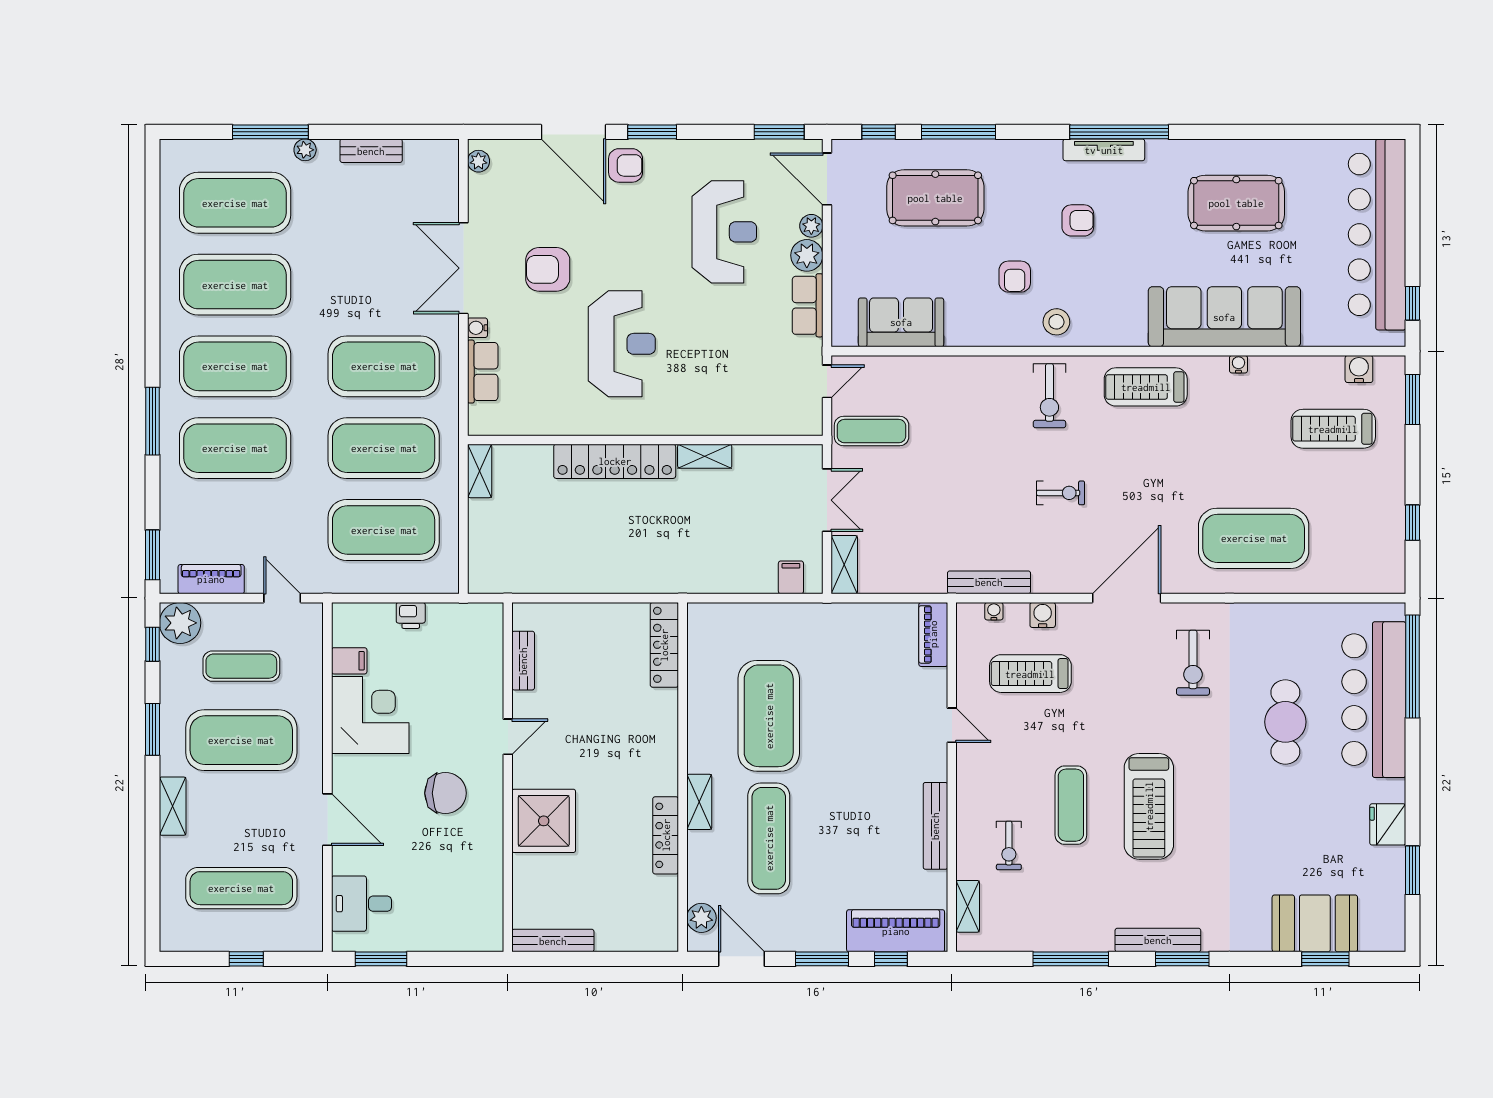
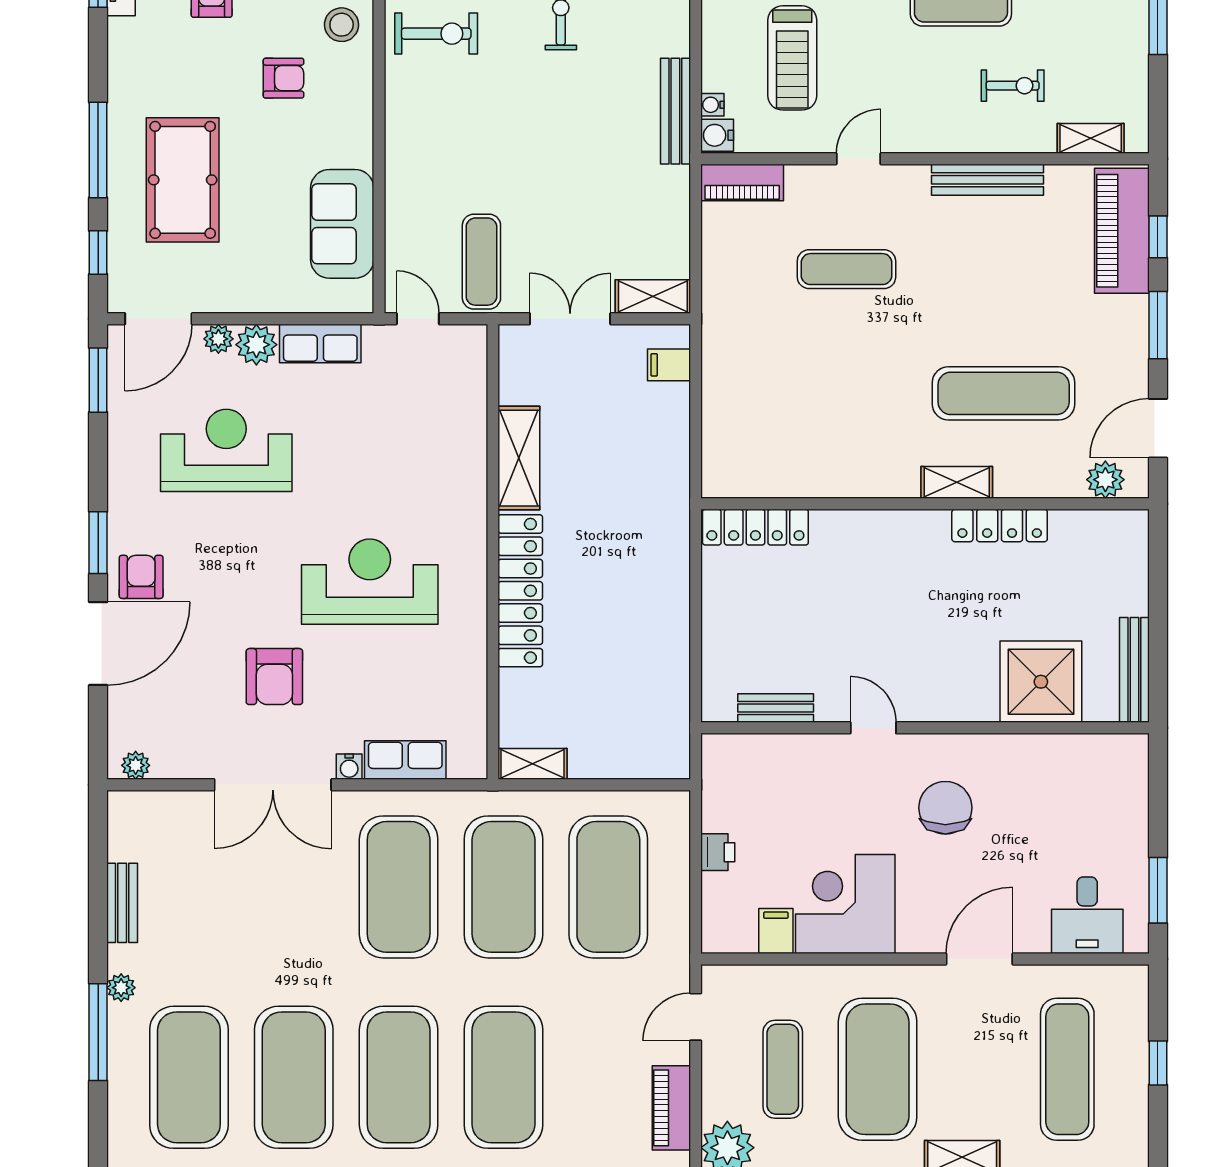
shelving: (705, 456) -> (519, 458), width x1.50, depth x1.33
water cooler: (1043, 615) -> (717, 135), moved
exercise mat: (769, 716) -> (846, 269), moved, width x0.50, depth x0.69
shower: (544, 821) -> (1041, 682), moved

